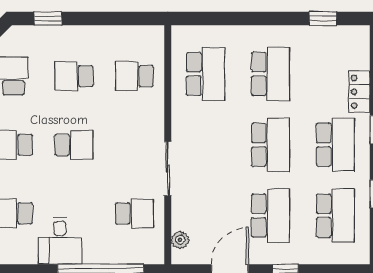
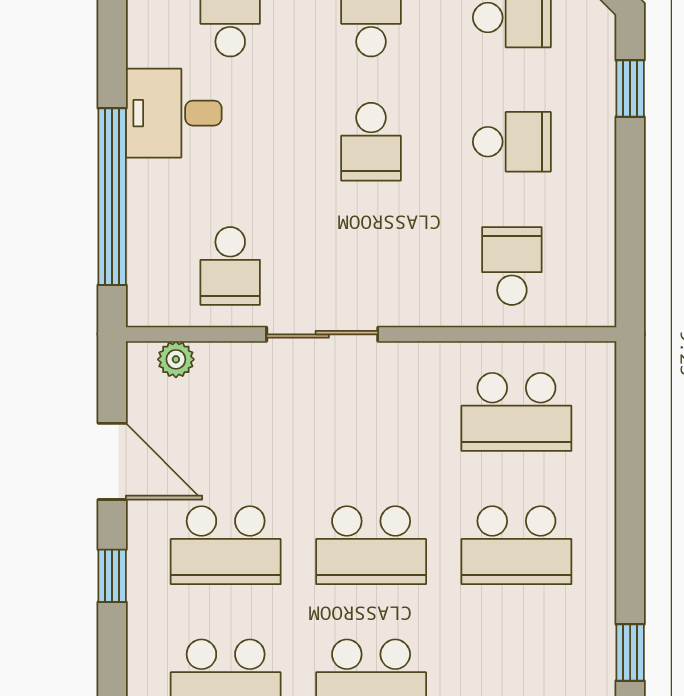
school desk: (74, 76) -> (512, 142), turned 90

